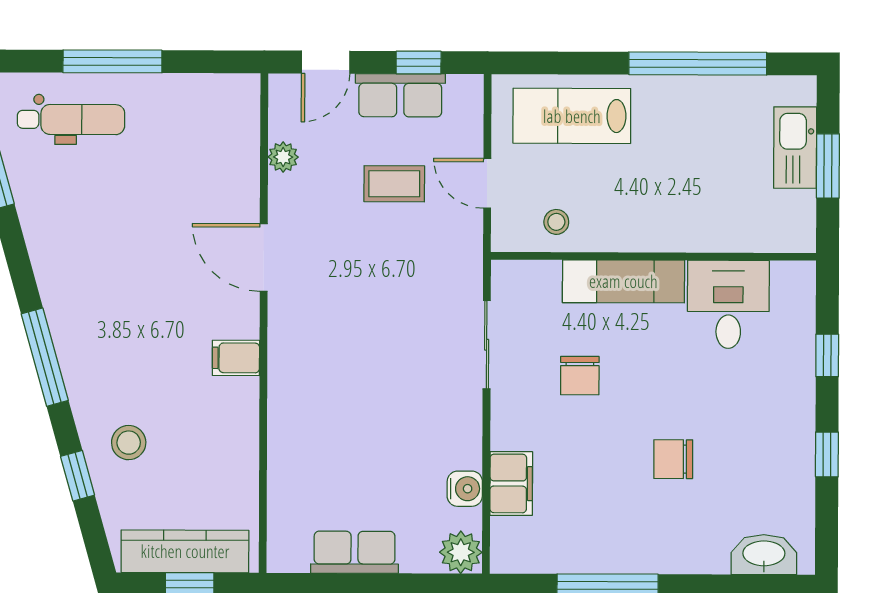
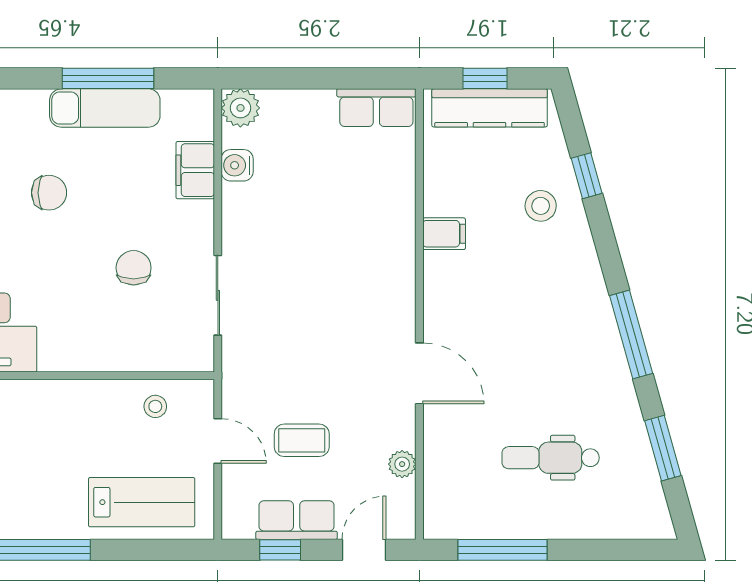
window: (112, 61) -> (502, 550), moved
dental chair: (71, 119) -> (551, 458), moved
exam couch: (623, 281) -> (105, 108), moved, turned 180
window: (45, 357) -> (631, 335), moved
filing cabinet: (236, 358) -> (444, 234), moved
row of seats: (355, 552) -> (376, 108), moved

